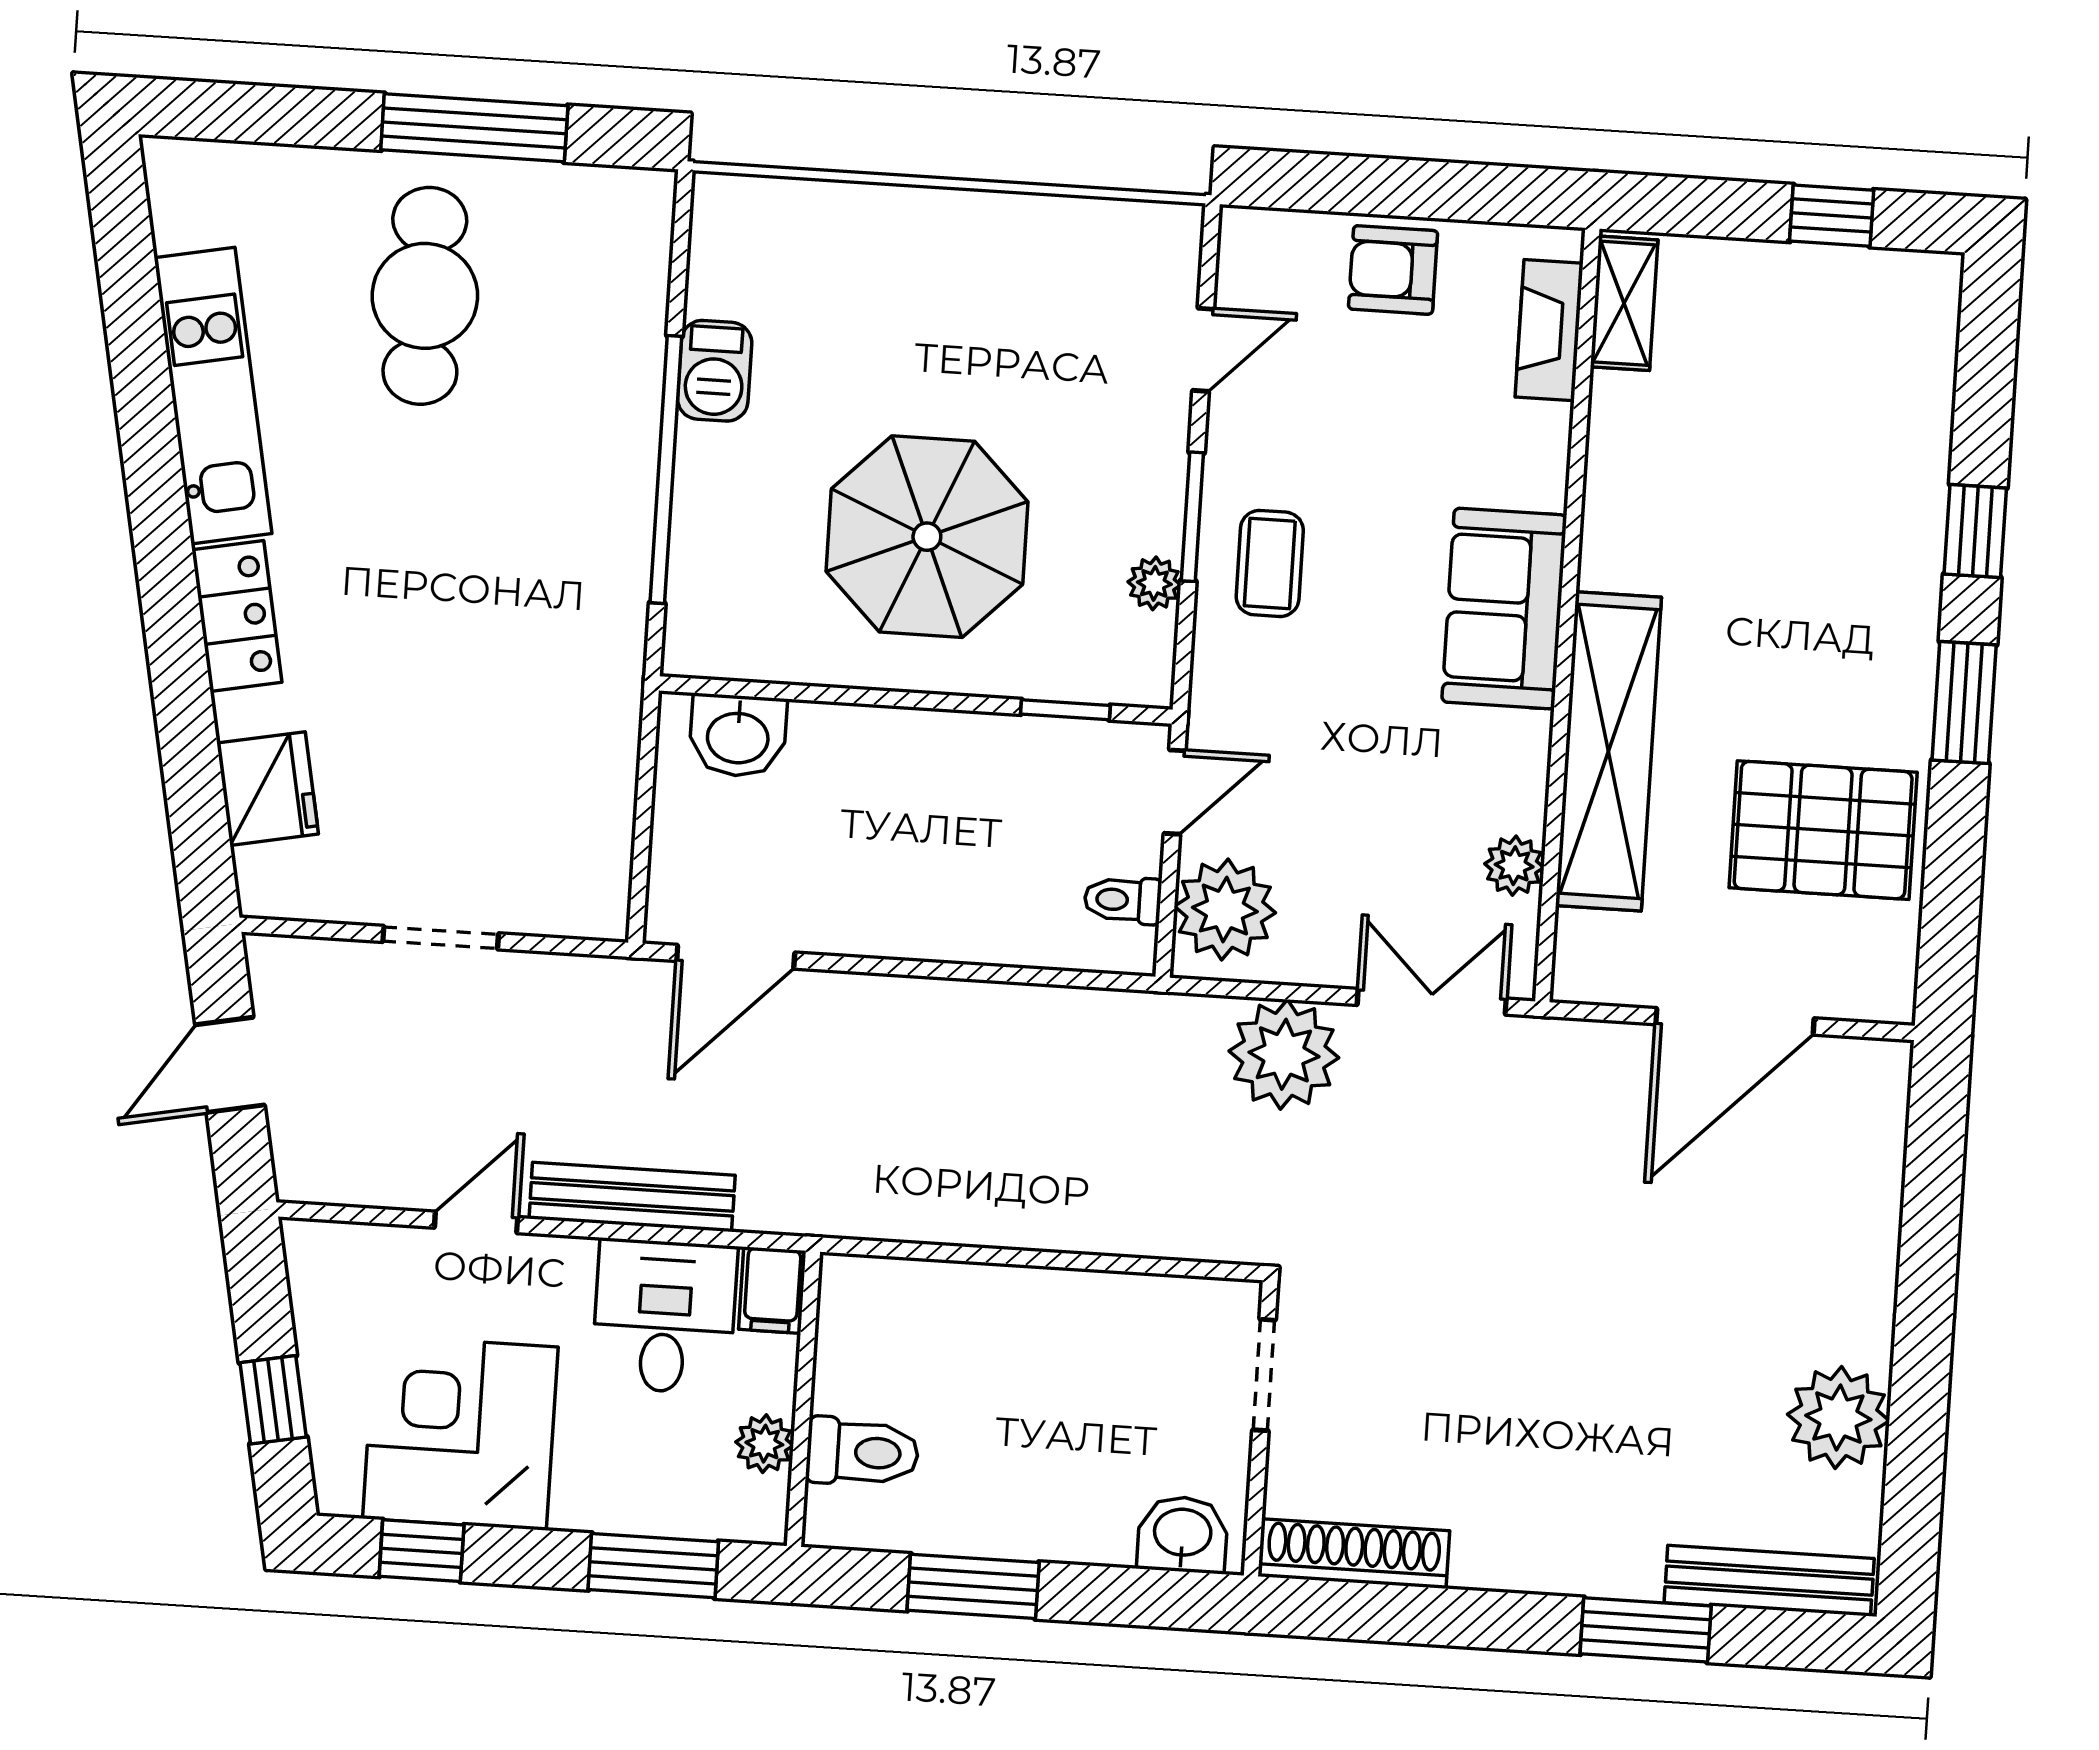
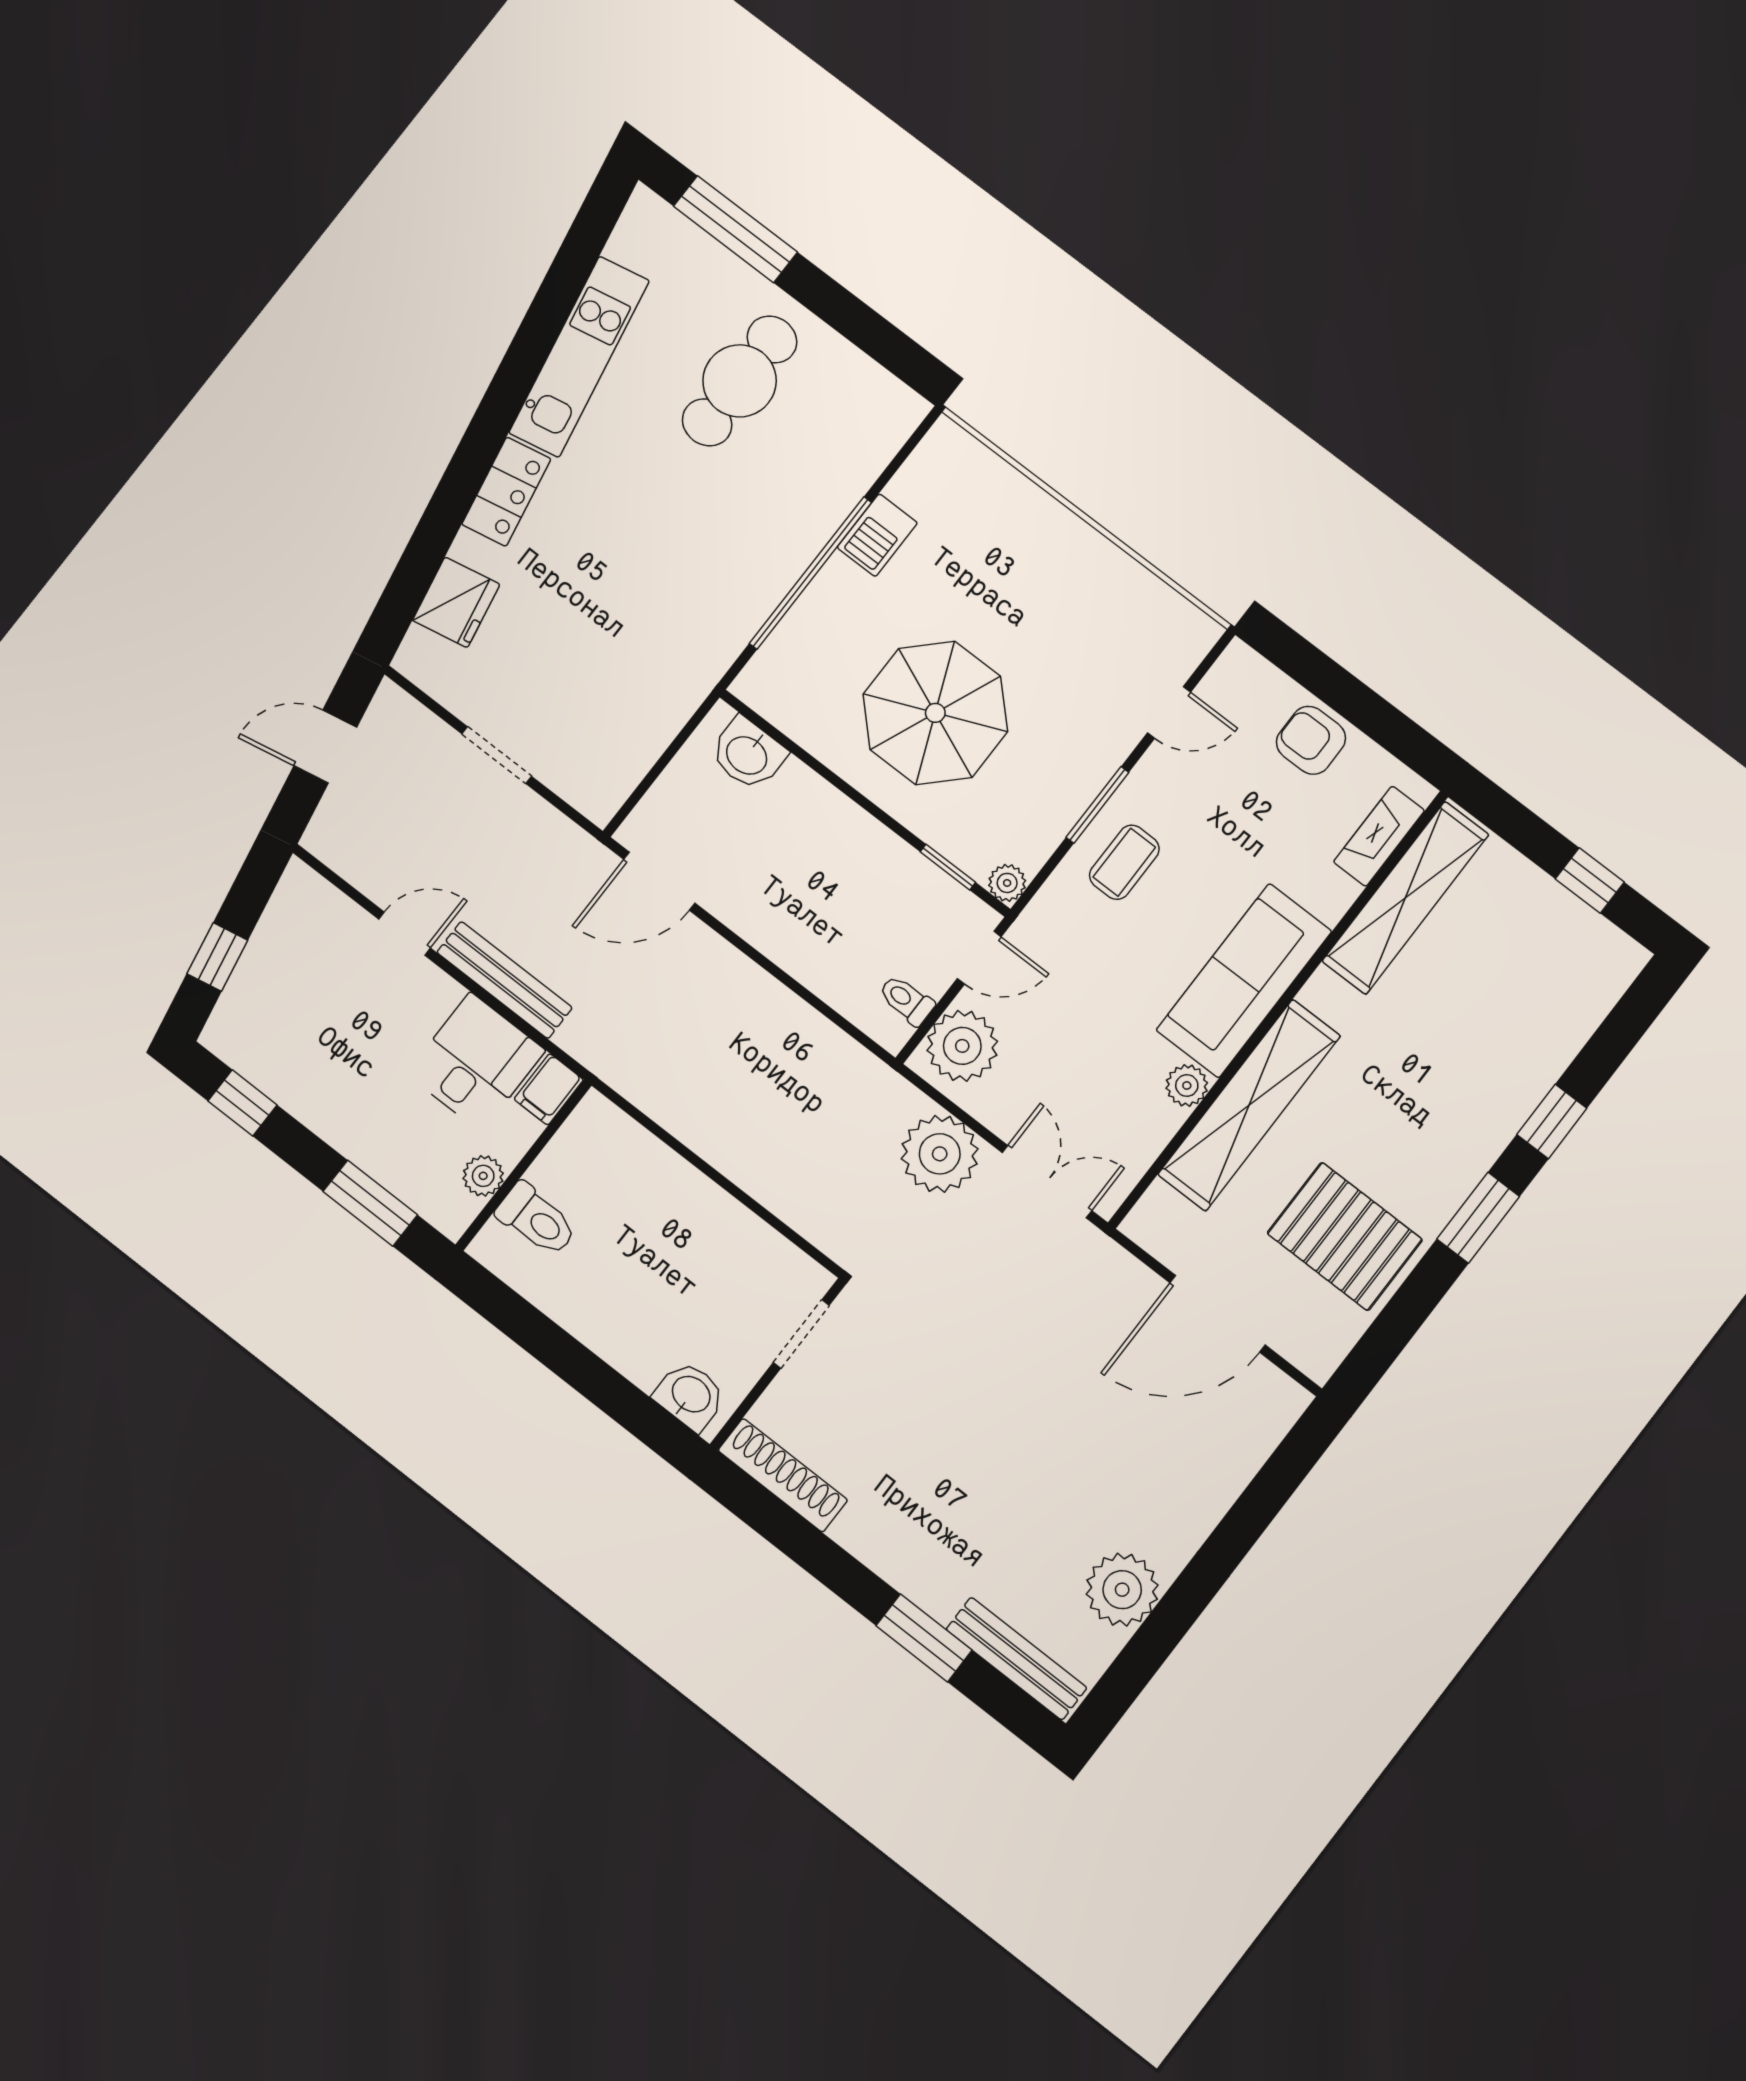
window: (474, 128) -> (735, 229), moved
shelving: (1624, 303) -> (1405, 898), width x2.20, depth x1.33
plant: (1154, 583) -> (1007, 883), moved
sofa: (1504, 609) -> (1244, 981), width x1.36
plant: (1514, 866) -> (1187, 1085), moved
corner desk: (460, 1433) -> (312, 1050), removed
window: (973, 1586) -> (547, 1342), removed

